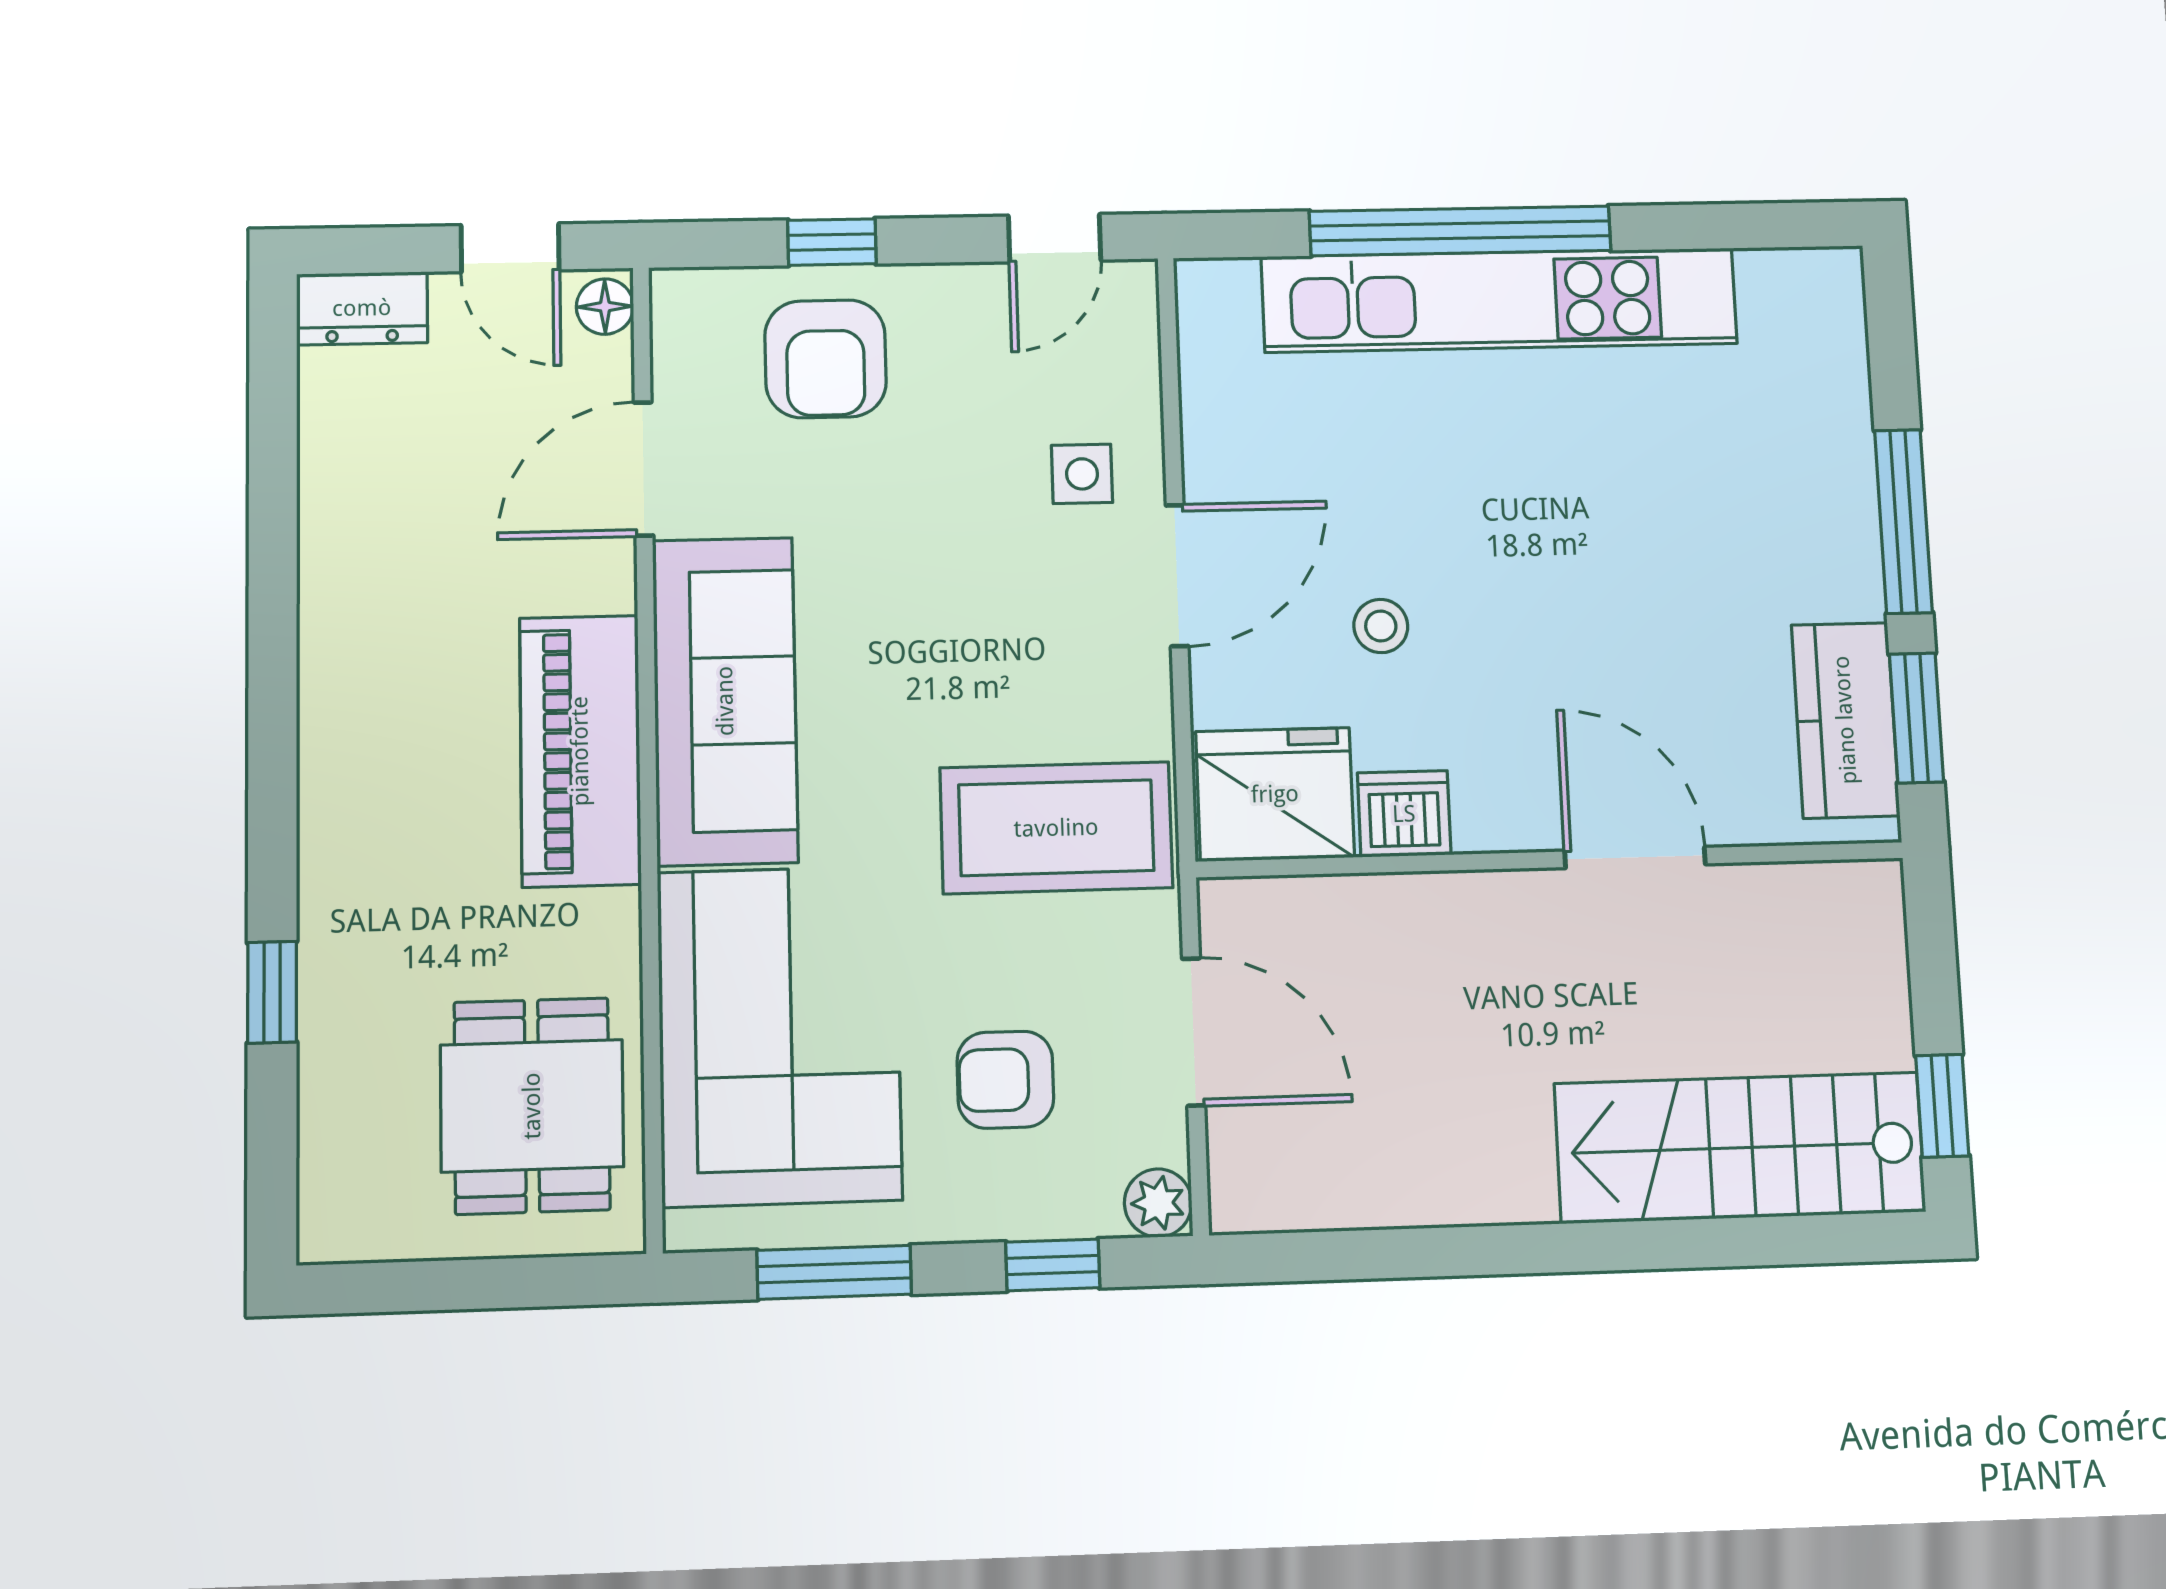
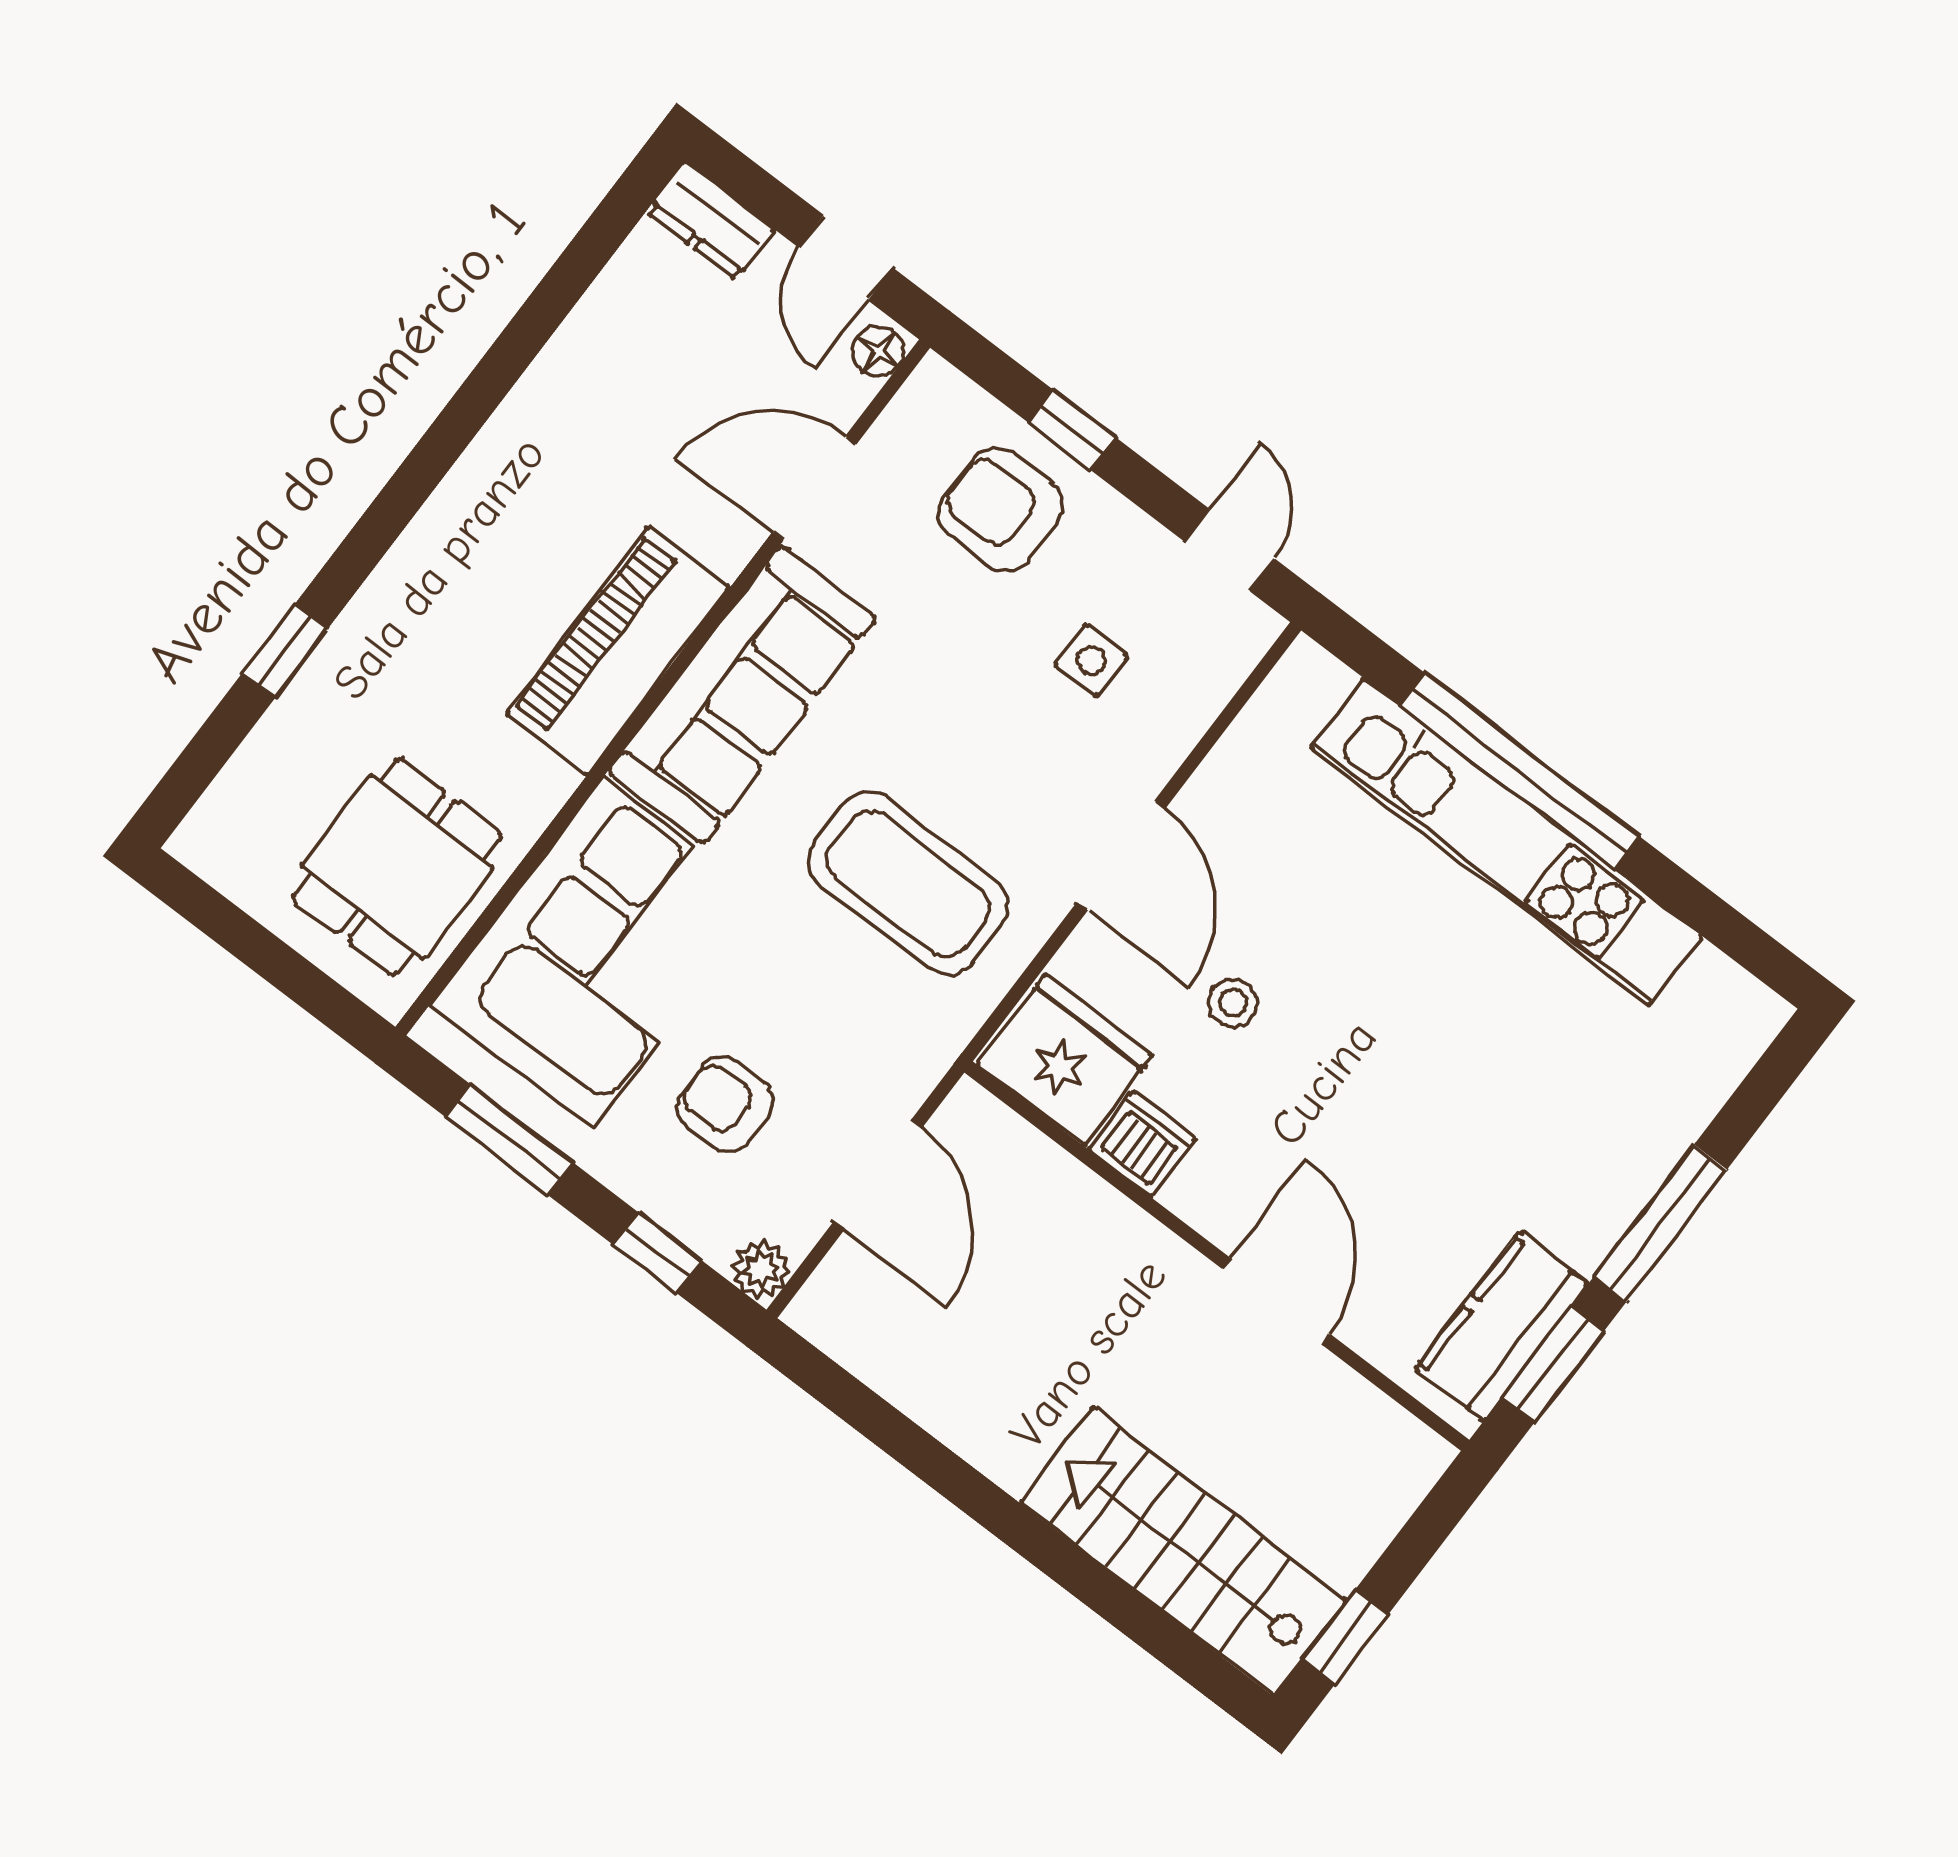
door: (1055, 238) -> (1230, 550), swing flipped
armchair: (826, 359) -> (1001, 510), turned 90
side table: (1082, 474) -> (1091, 661), moved
door: (1177, 576) -> (1121, 855), hinge flipped
coffee table: (1056, 828) -> (908, 883), moved

